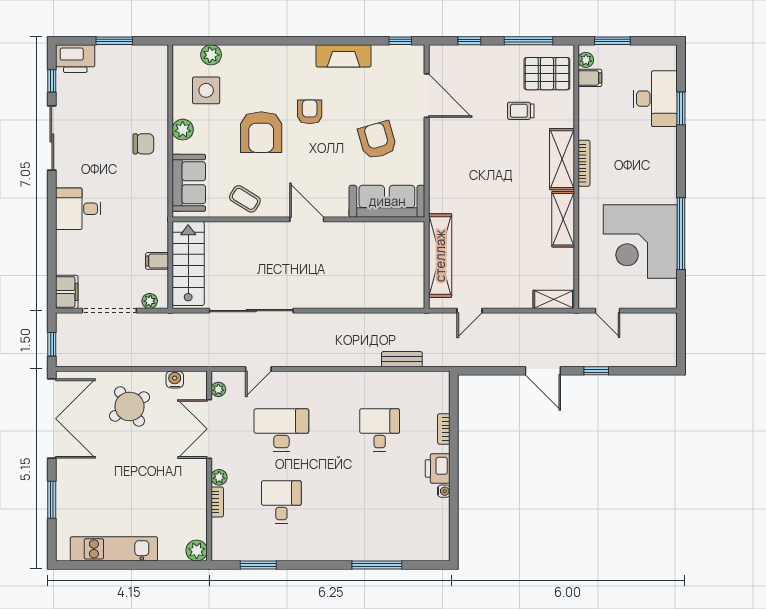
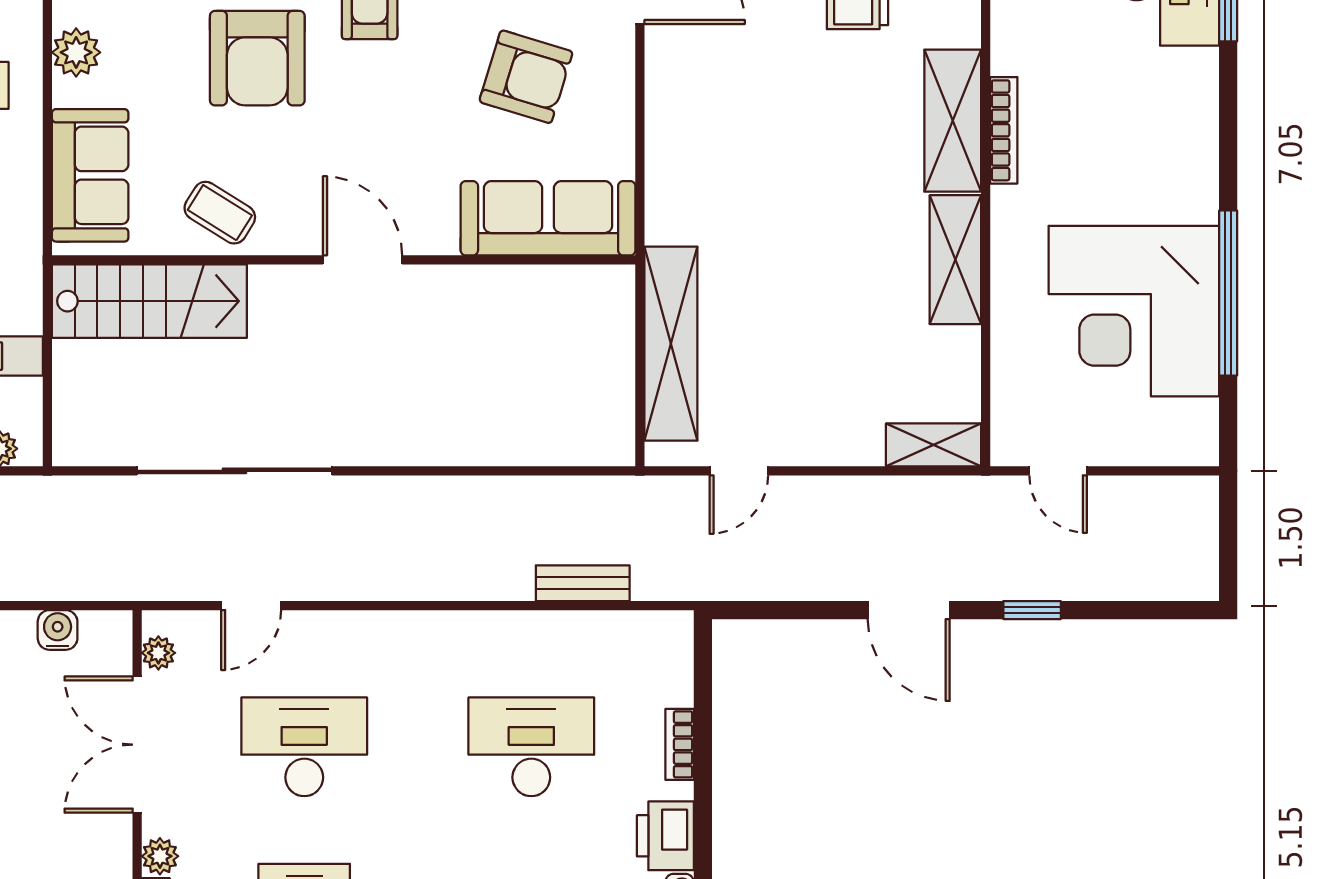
armchair: (377, 140) -> (526, 77), turned 123
stairs: (188, 263) -> (149, 301), moved, turned 90
desk: (380, 430) -> (531, 747), width x1.37

